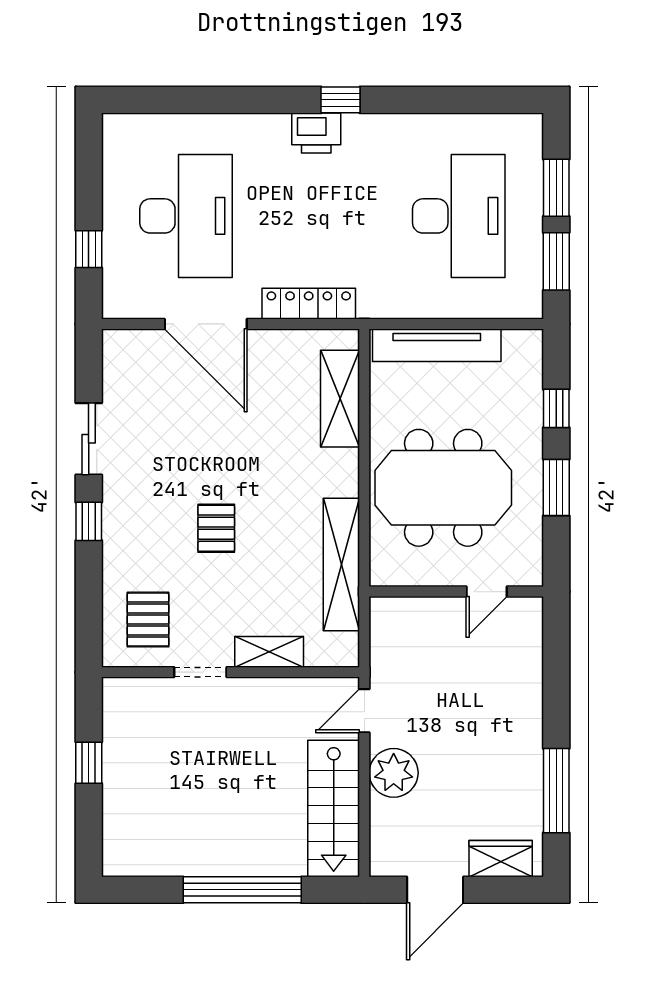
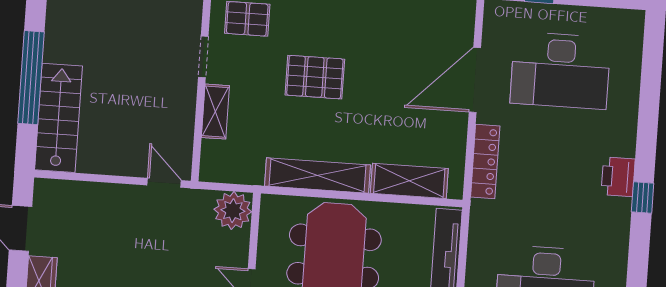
pallet: (216, 528) -> (315, 77), width x1.50, depth x1.42
shelving: (341, 565) -> (318, 175), moved
plant: (394, 773) -> (233, 211), moved
stairs: (334, 808) -> (59, 118), moved, turned 90

